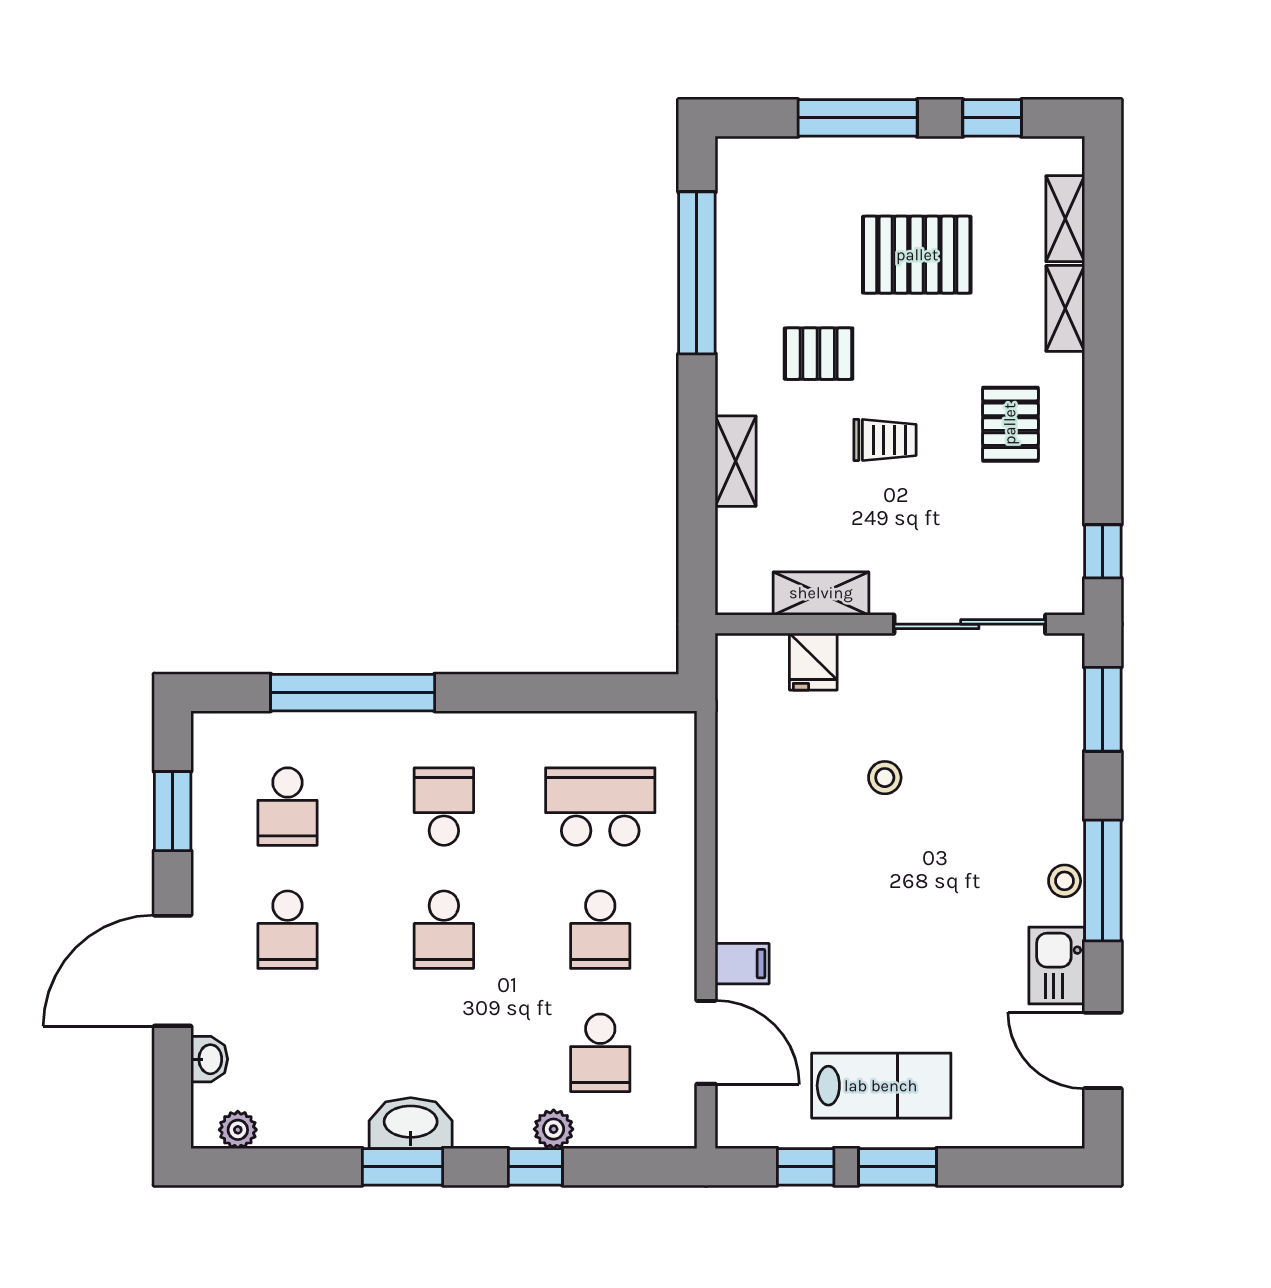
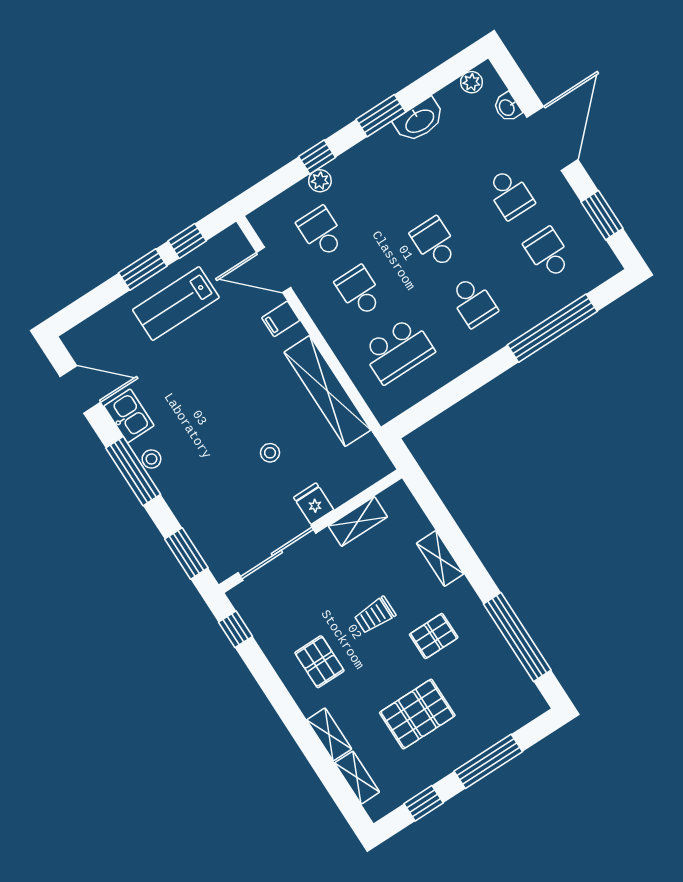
fridge: (813, 662) -> (314, 504), moved
shelving: (742, 814) -> (327, 391), added
school desk: (287, 930) -> (510, 194), turned 180
washbasin: (411, 1123) -> (419, 120), moved

